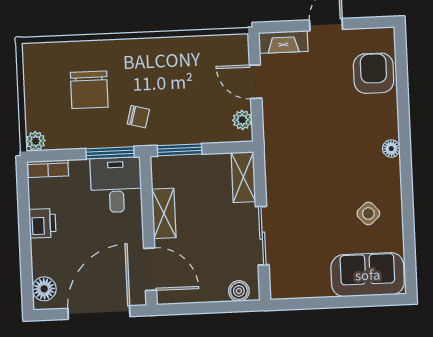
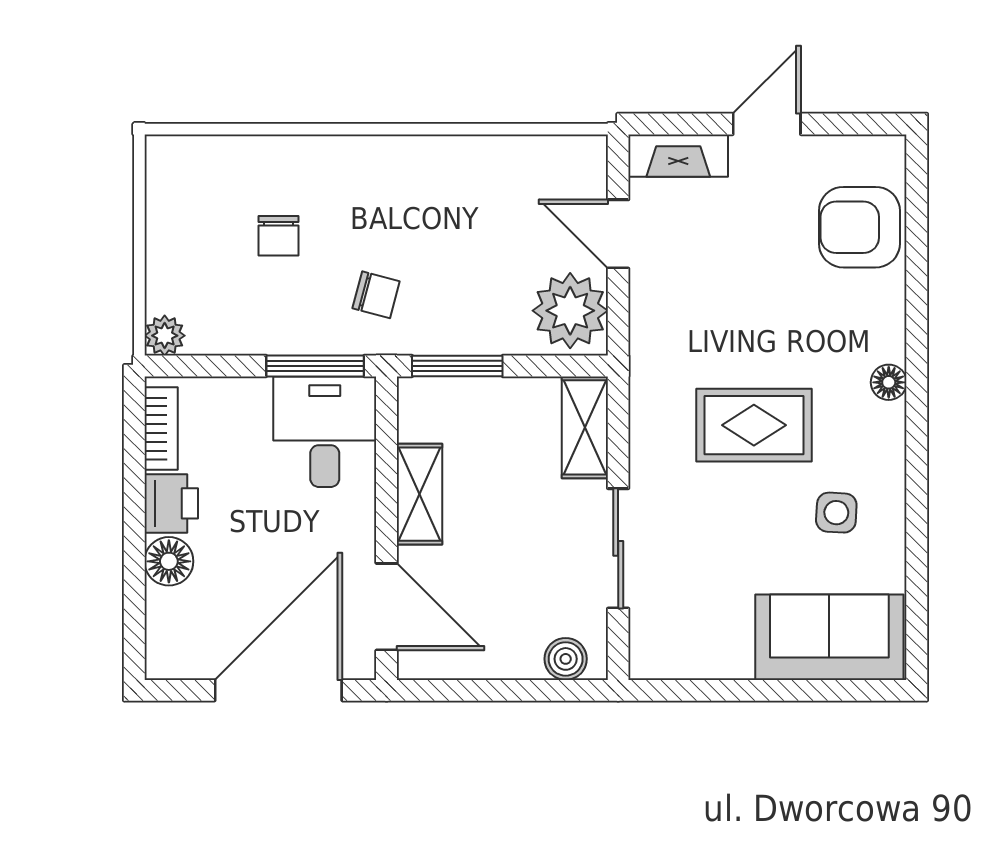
armchair: (374, 73) -> (859, 227), turned -90
chair: (89, 90) -> (278, 236), width x0.54, depth x0.54
plant: (242, 120) -> (570, 311), width x1.88, depth x1.88
bookcase: (48, 169) -> (161, 429), moved, turned -90
rug: (326, 172) -> (754, 425), added
side table: (368, 213) -> (836, 513), turned 45
floor lamp: (44, 289) -> (169, 561), moved

